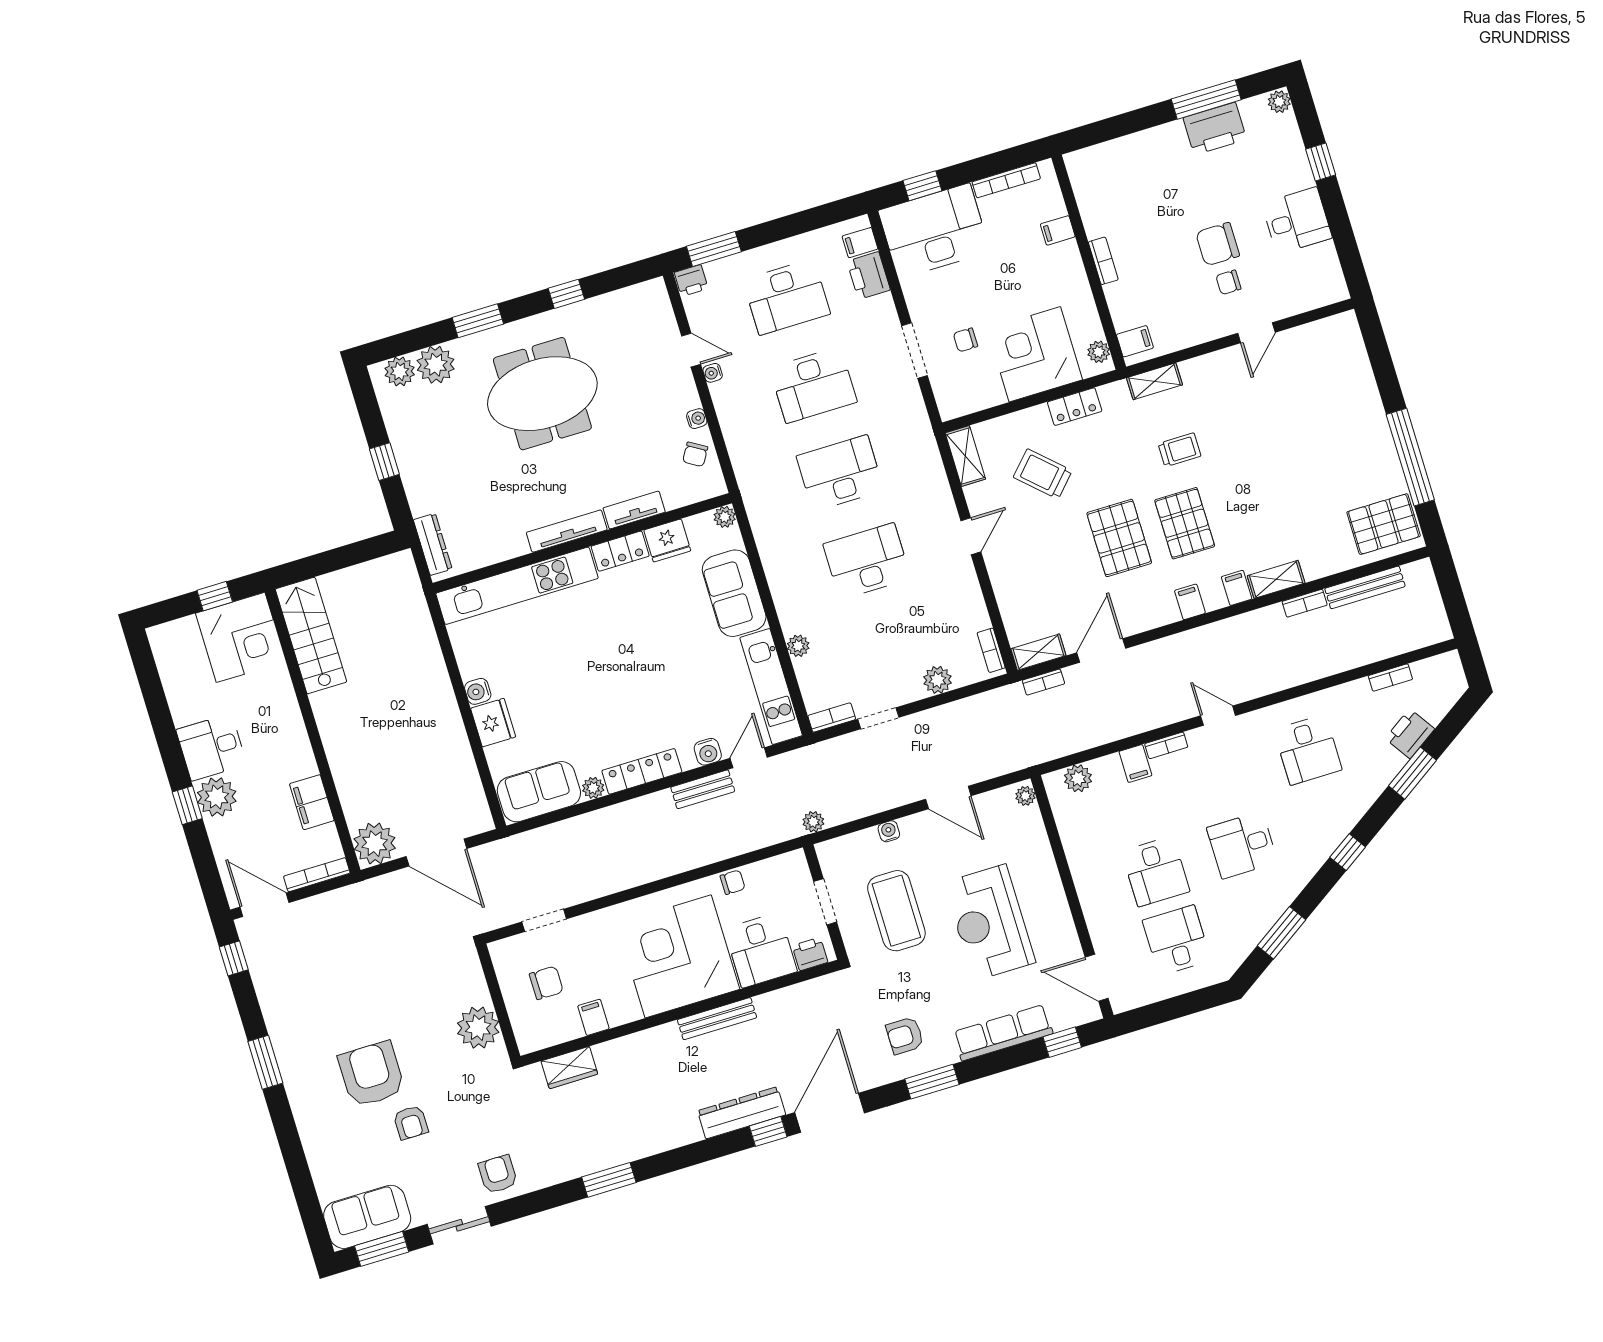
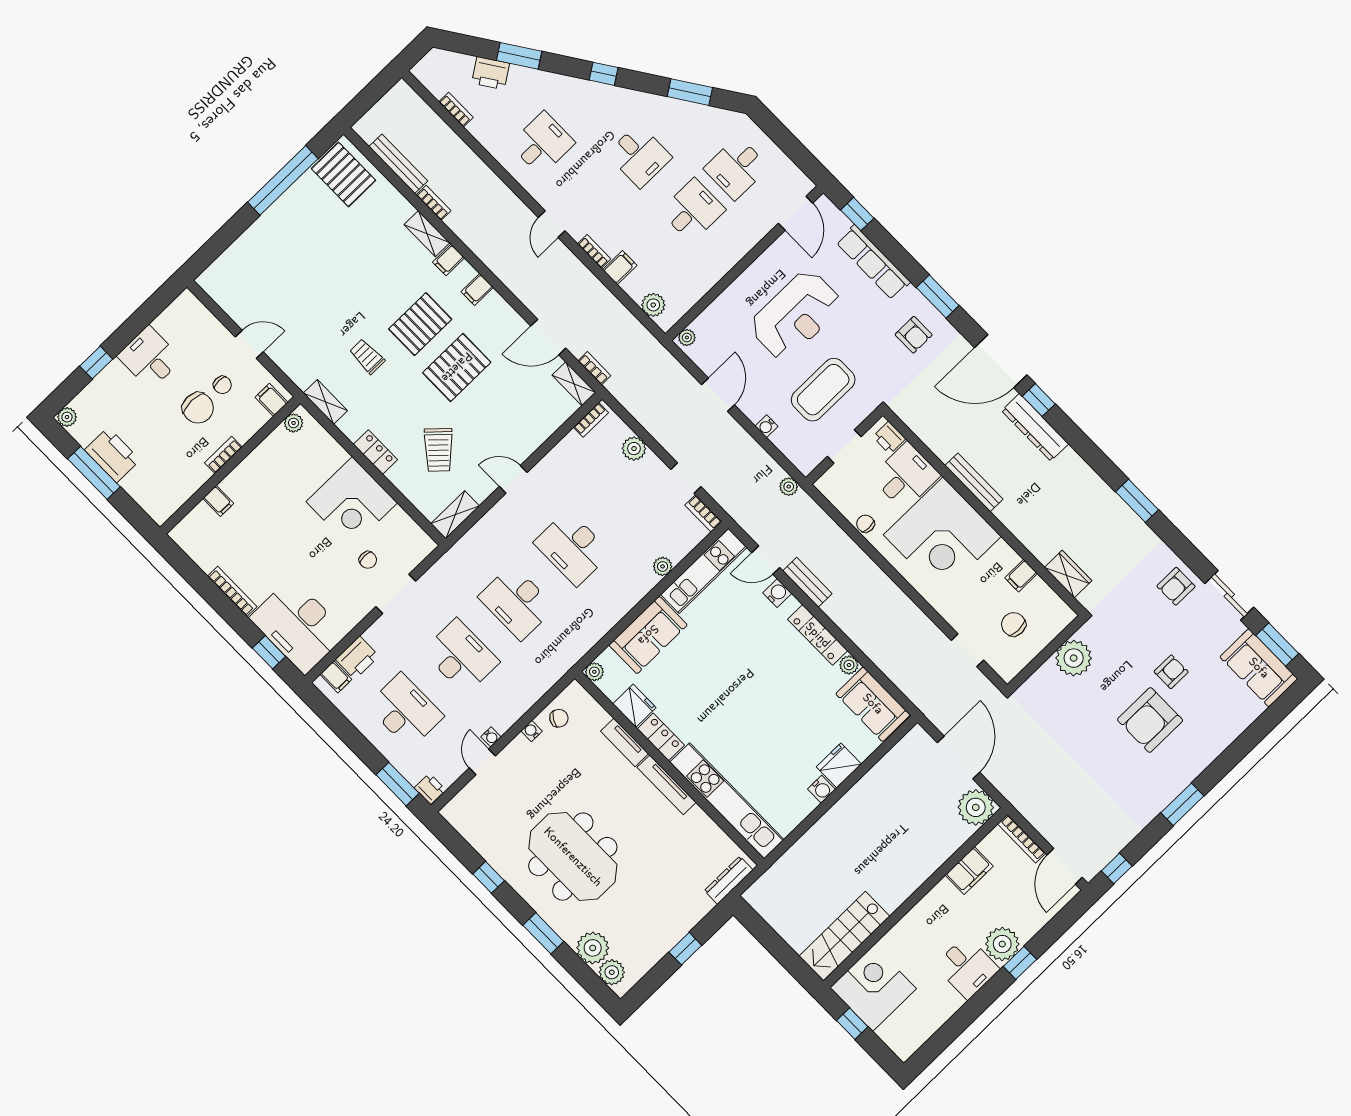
filing cabinet: (1058, 230) -> (218, 501), moved
bookcase: (1103, 261) -> (223, 455), moved
wall: (1089, 262) -> (230, 465), moved
filing cabinet: (1135, 341) -> (271, 400), moved
plant: (1099, 352) -> (294, 423), moved

